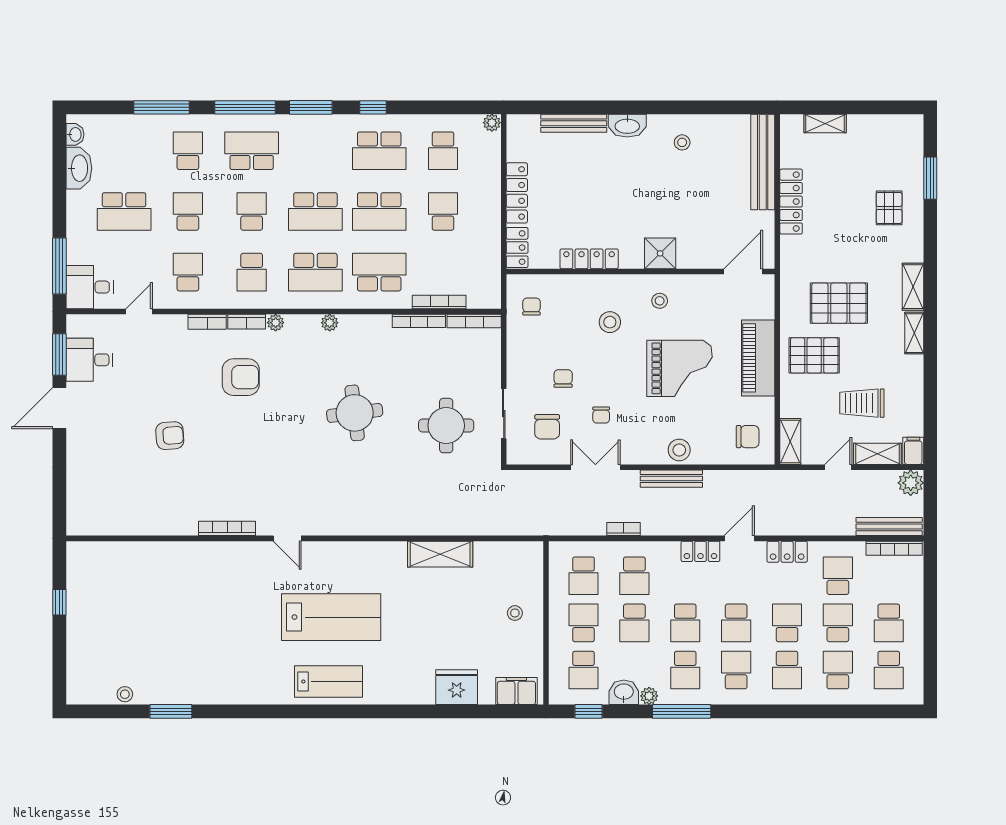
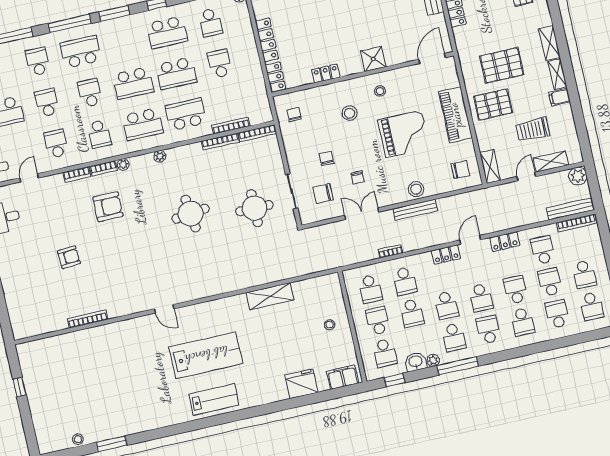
locker: (589, 259) -> (326, 73), width x0.66
chair: (547, 427) -> (323, 194), turned 90
filing cabinet: (913, 451) -> (559, 97), moved, turned -90
bookcase: (227, 528) -> (88, 319), moved

